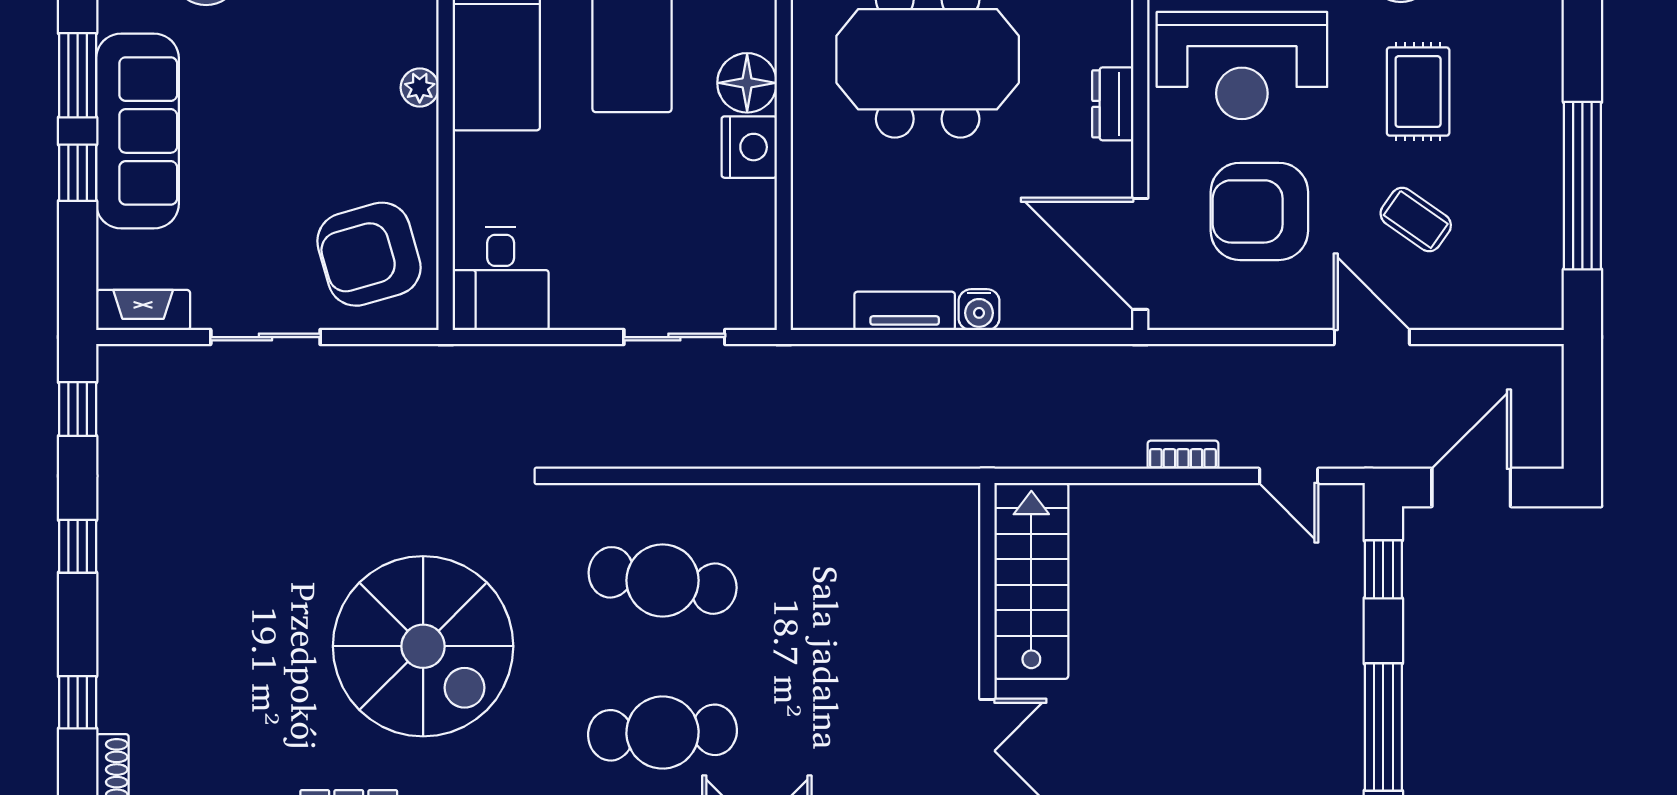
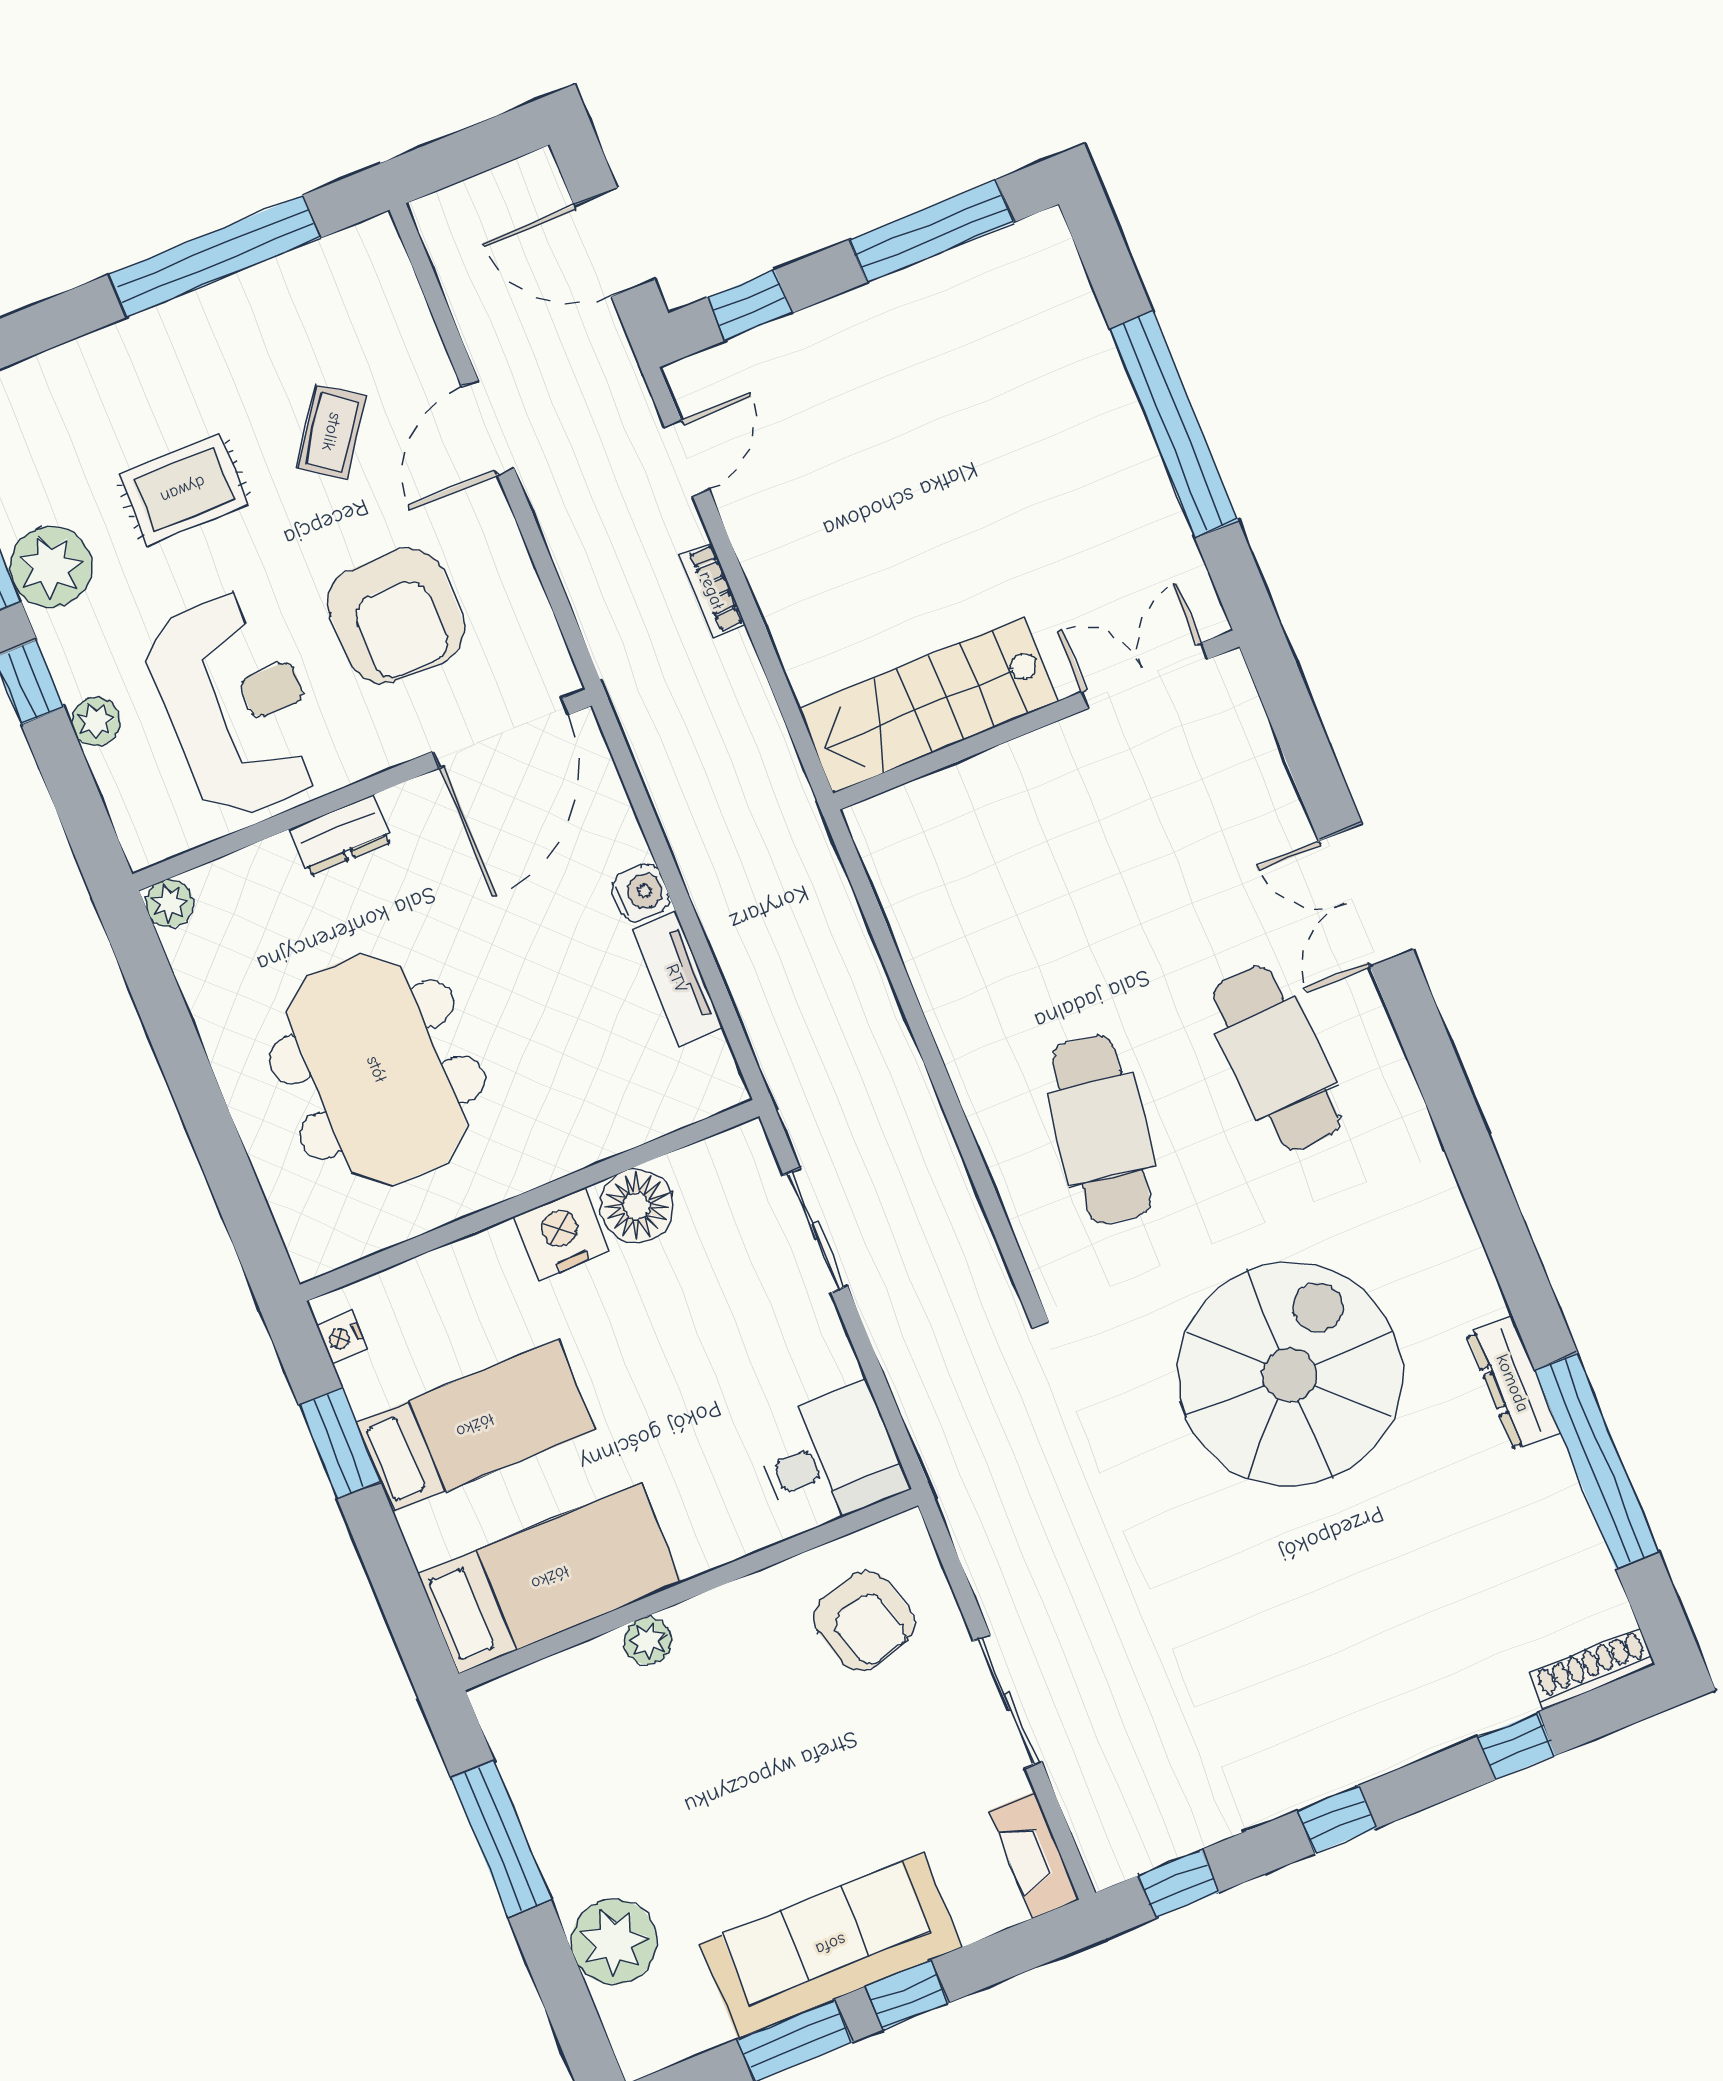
floor lamp: (747, 83) -> (637, 1206), moved
armchair: (369, 254) -> (864, 1621), width x0.73, depth x0.73

